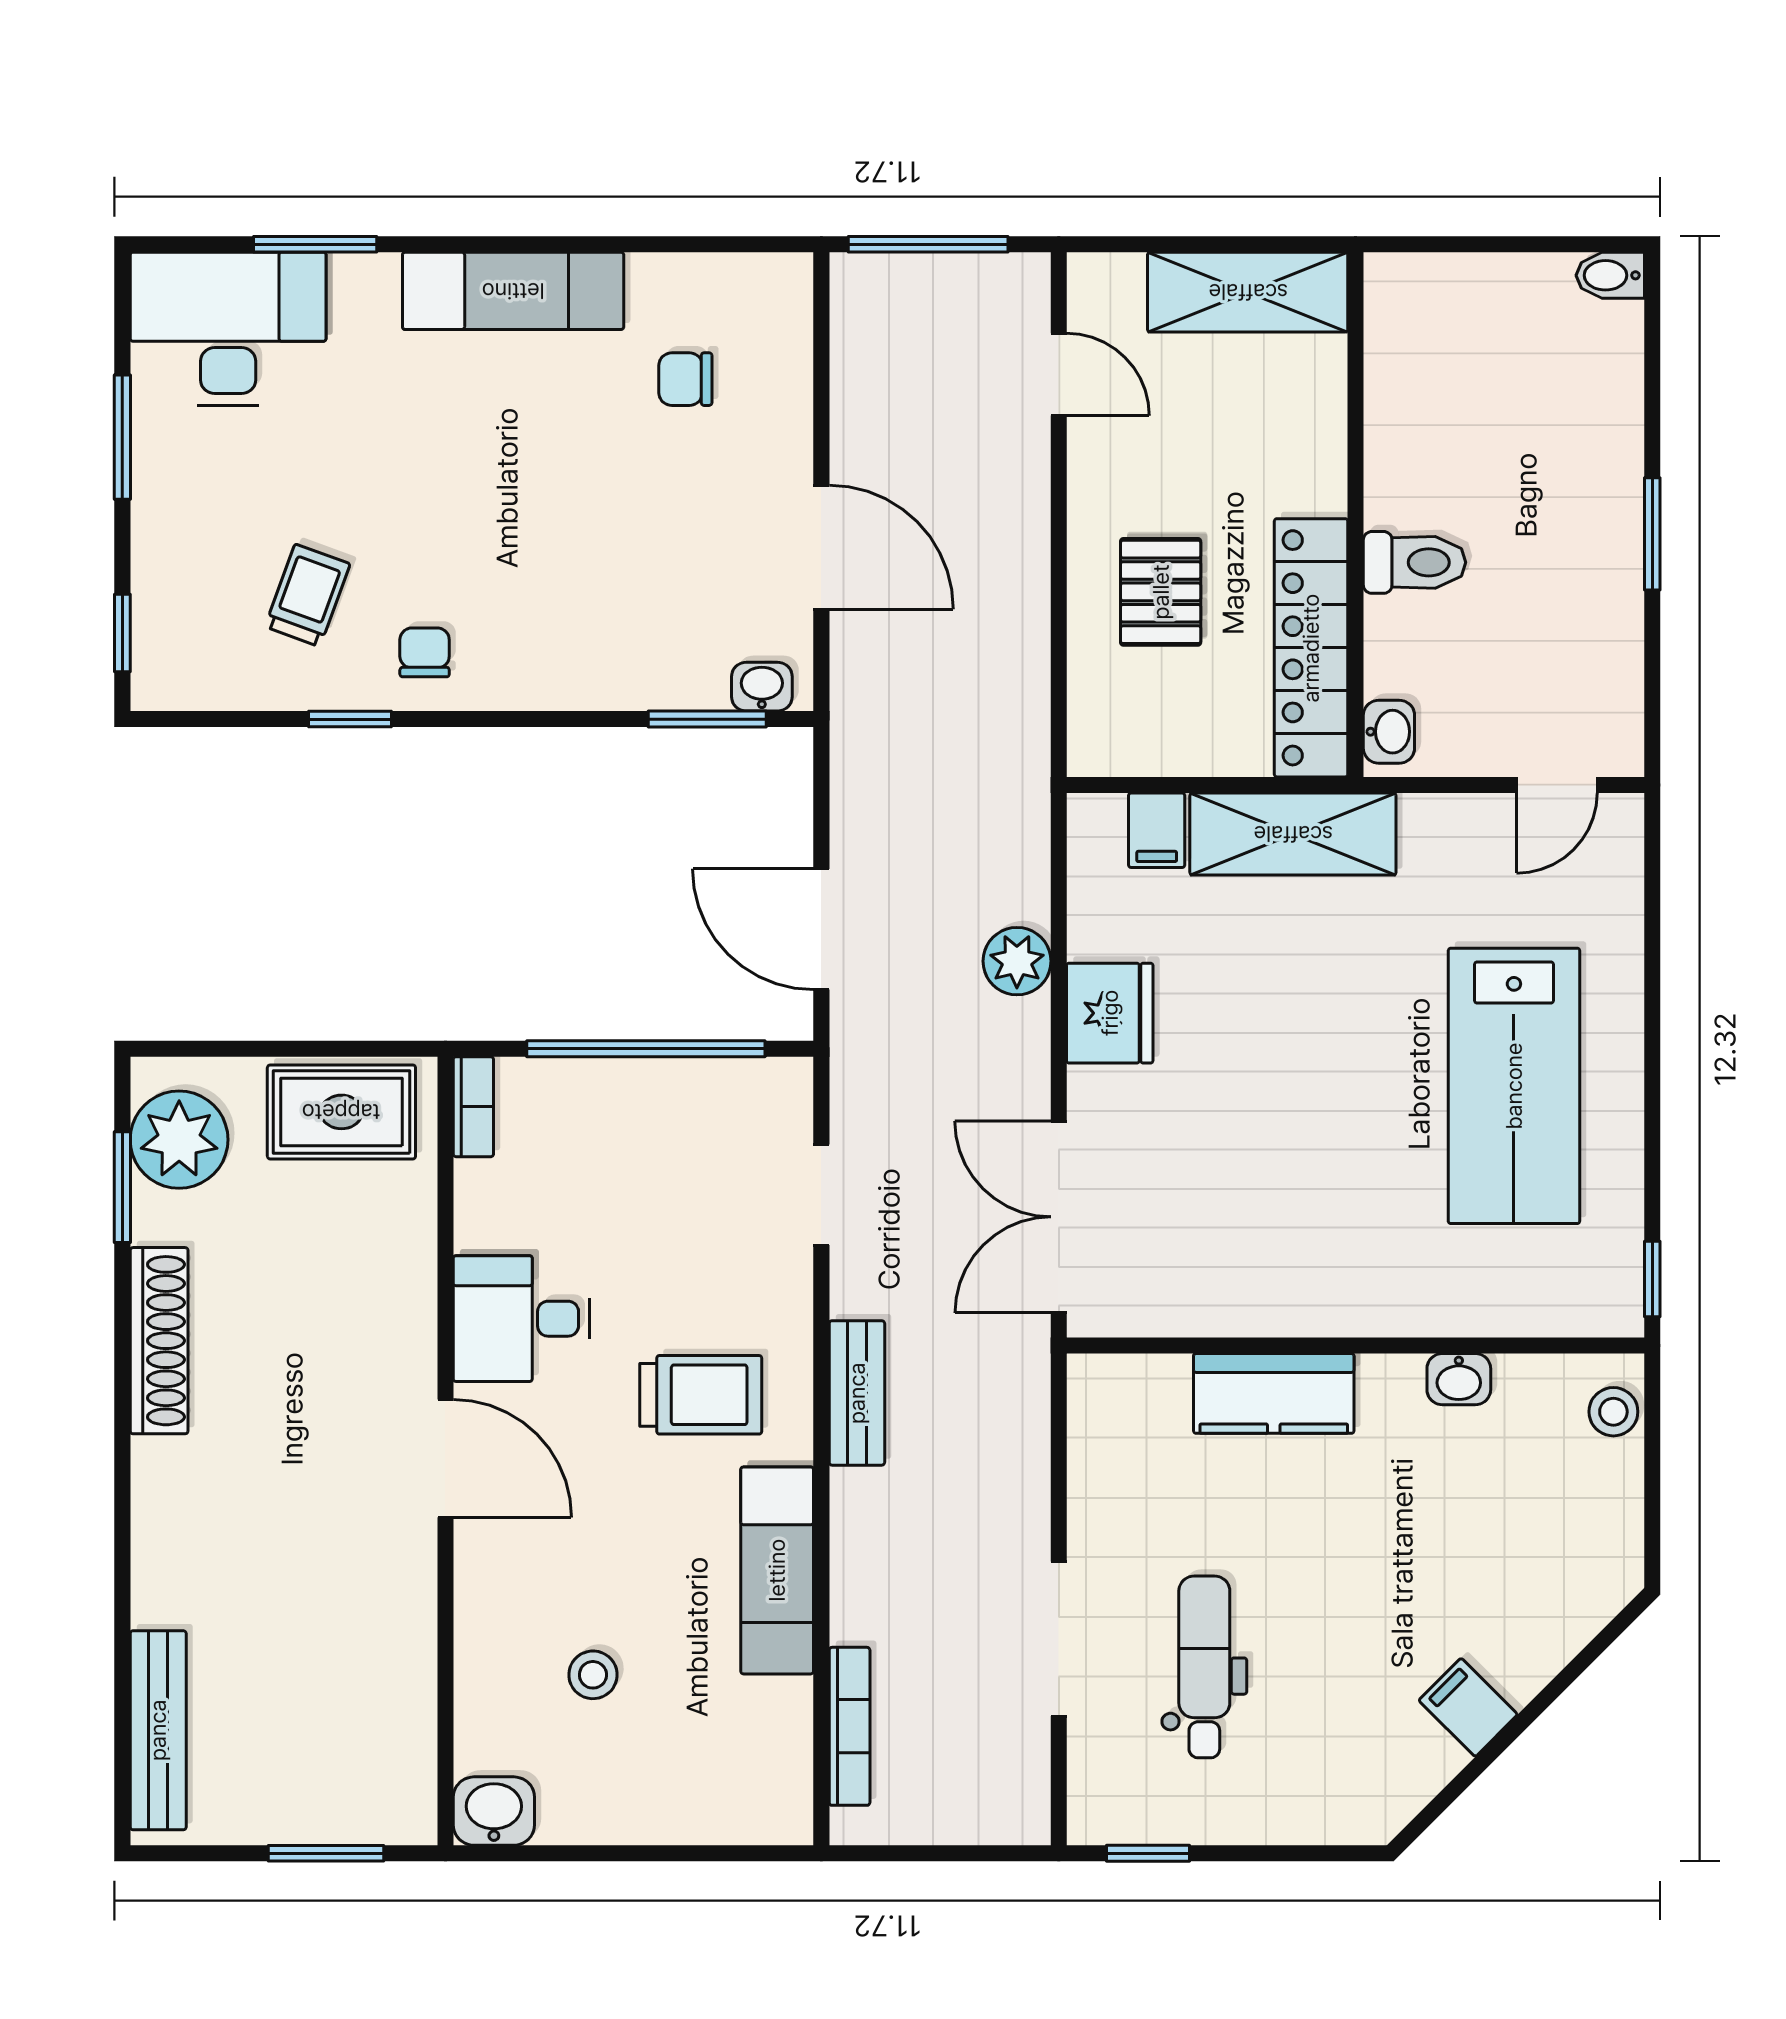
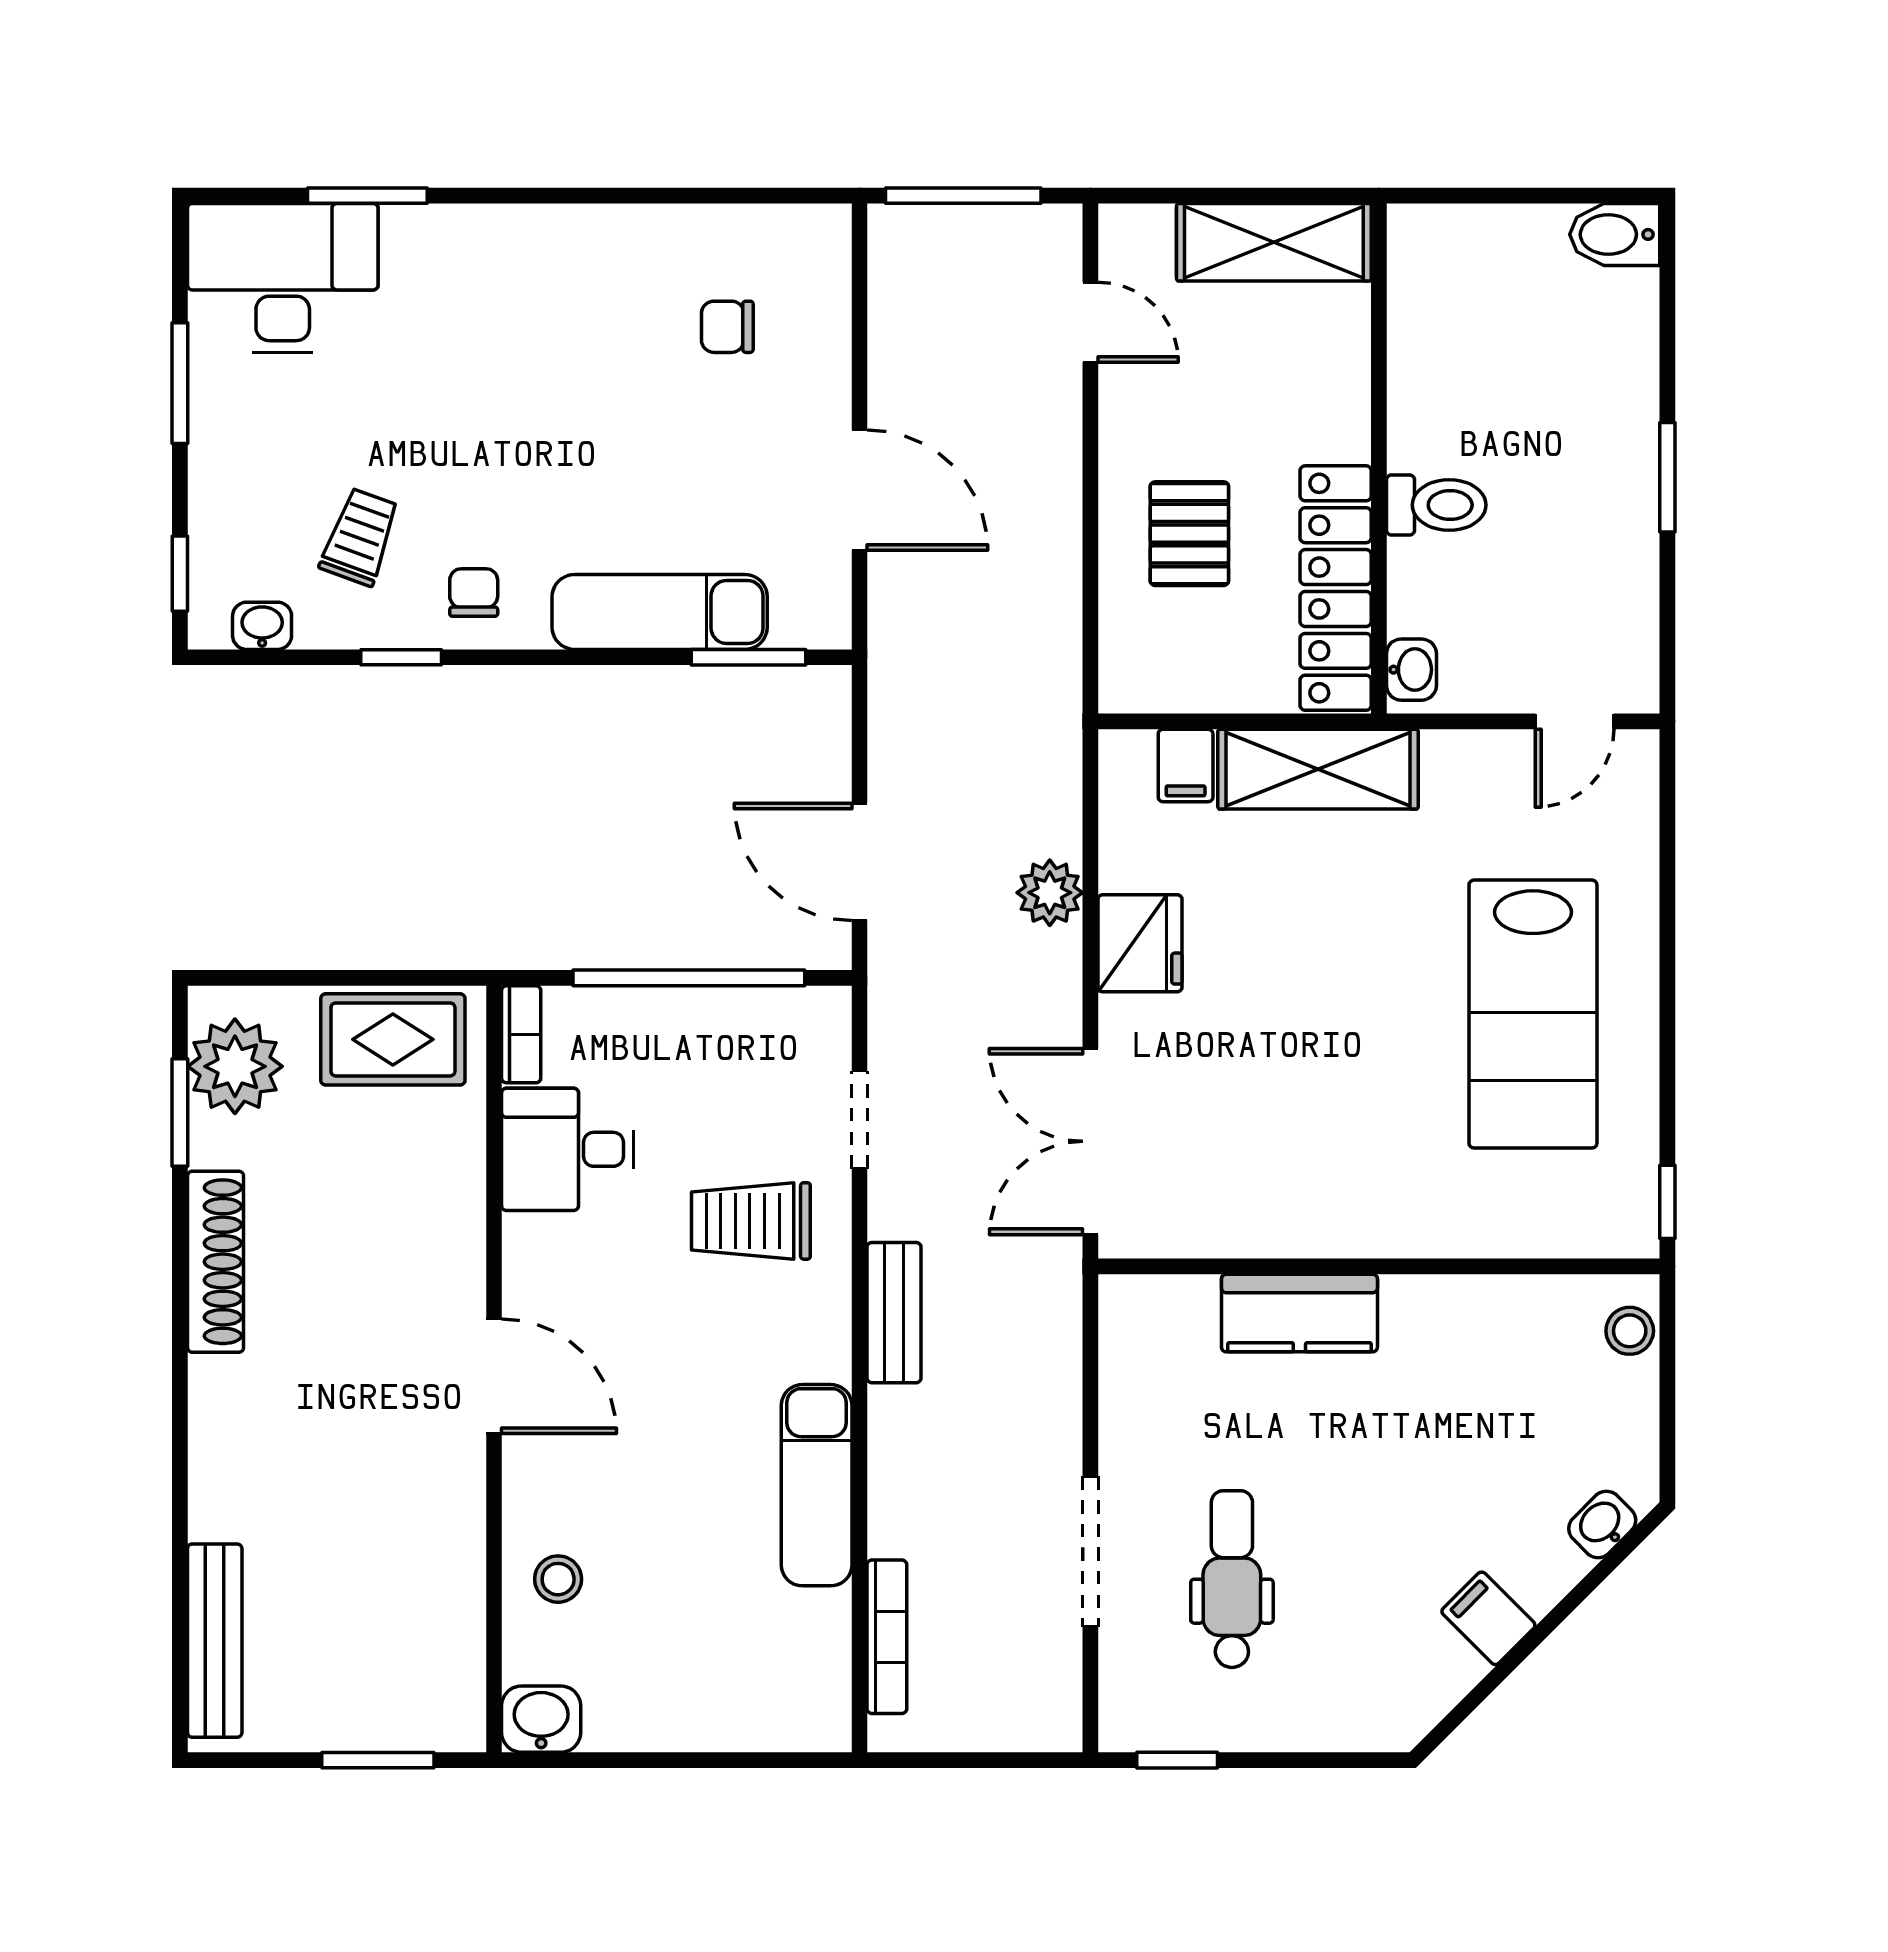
bidet: (1610, 275) -> (1615, 234), width x1.38, depth x1.36
exam couch: (513, 291) -> (660, 612), moved, turned 180
washbasin: (762, 687) -> (262, 626), moved
desk: (521, 1319) -> (568, 1149), moved
washbasin: (1459, 1379) -> (1602, 1524), moved, turned 135
trolley: (701, 1395) -> (751, 1221), moved, turned 180
stool: (593, 1675) -> (558, 1579), moved

